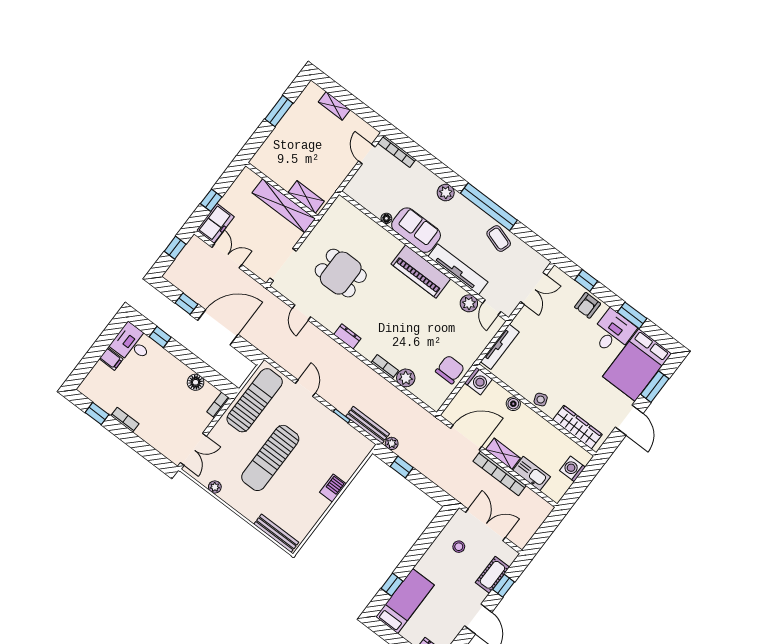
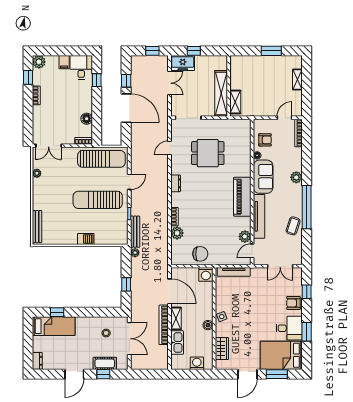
armchair: (375, 196) -> (265, 140), added
dining table: (341, 273) -> (208, 153), turned 90
plant: (89, 387) -> (39, 62), added
boiler: (513, 404) -> (208, 325), moved
wardrobe: (577, 427) -> (222, 348), width x0.67
sun lounger: (270, 458) -> (98, 200), moved
window: (402, 467) -> (126, 284), moved

